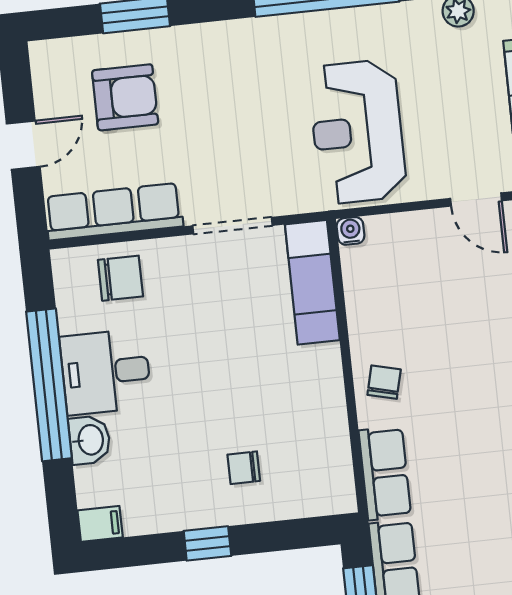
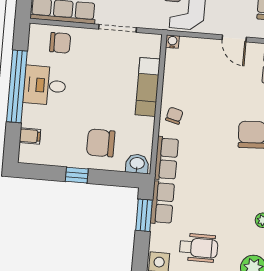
exam couch: (312, 282) -> (148, 87), moved
washbasin: (90, 440) -> (137, 164), moved, turned -90
chair: (244, 468) -> (101, 143), width x1.87, depth x1.87
filing cabinet: (100, 524) -> (30, 136), moved

